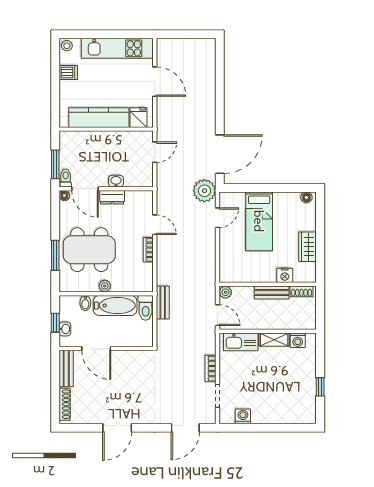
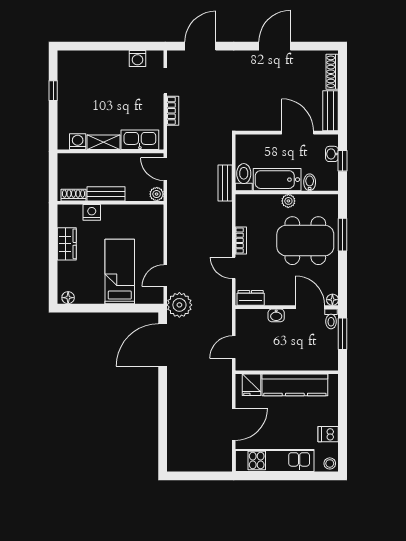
door: (155, 82) -> (234, 424), swing flipped
dresser: (112, 197) -> (251, 298), moved

